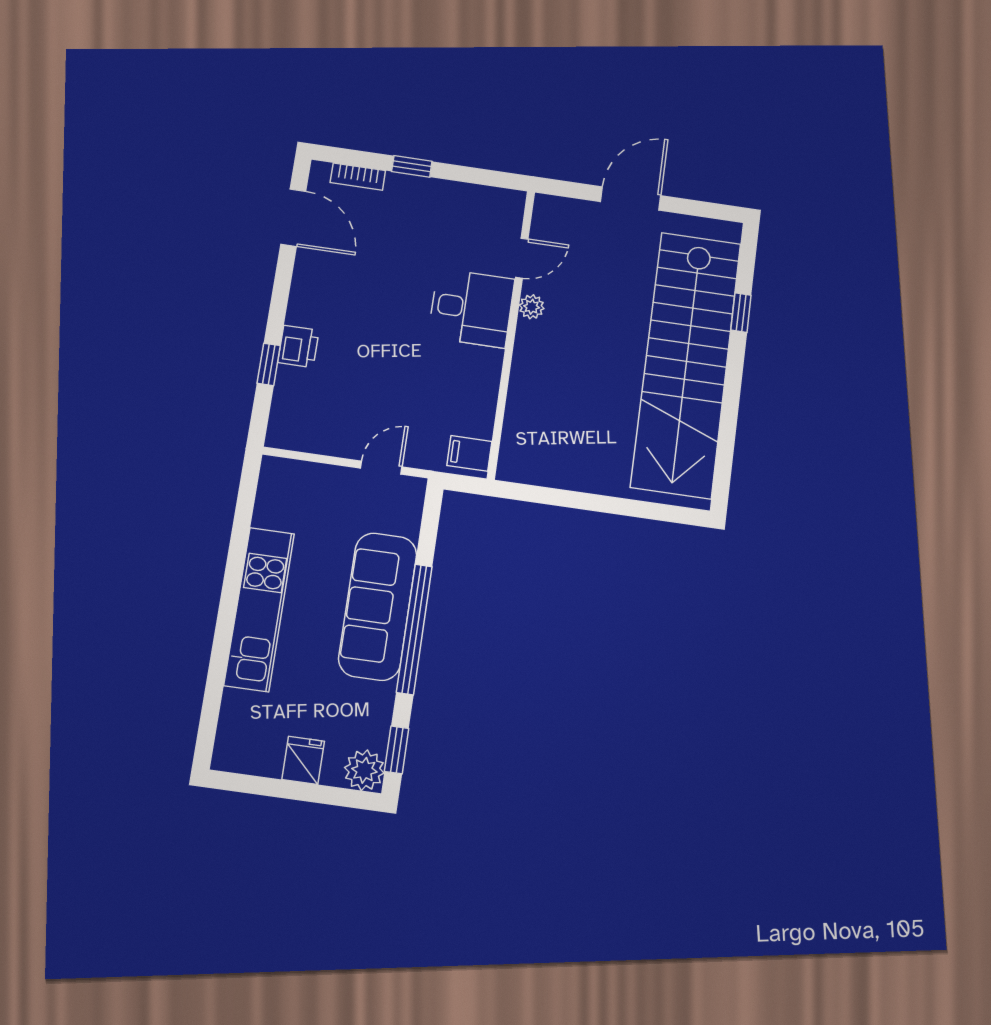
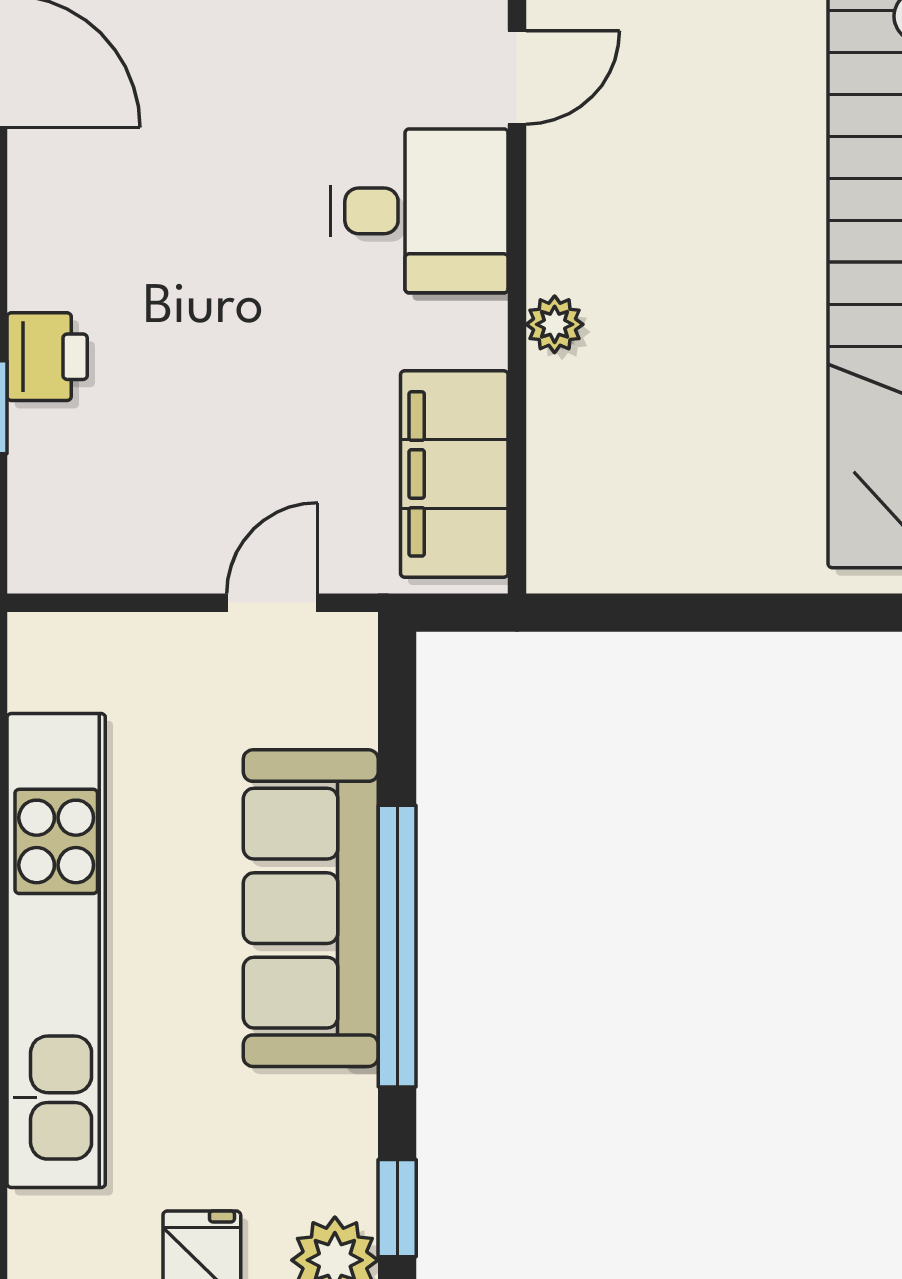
plant: (532, 307) -> (555, 324), moved
filing cabinet: (469, 453) -> (454, 474), width x3.00, depth x1.17
kitchen unit: (259, 609) -> (56, 951), width x1.36

